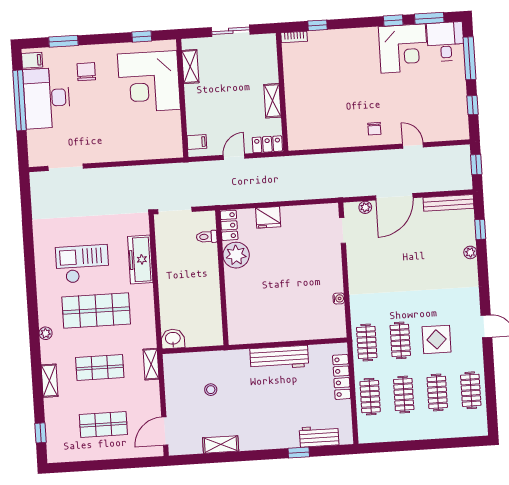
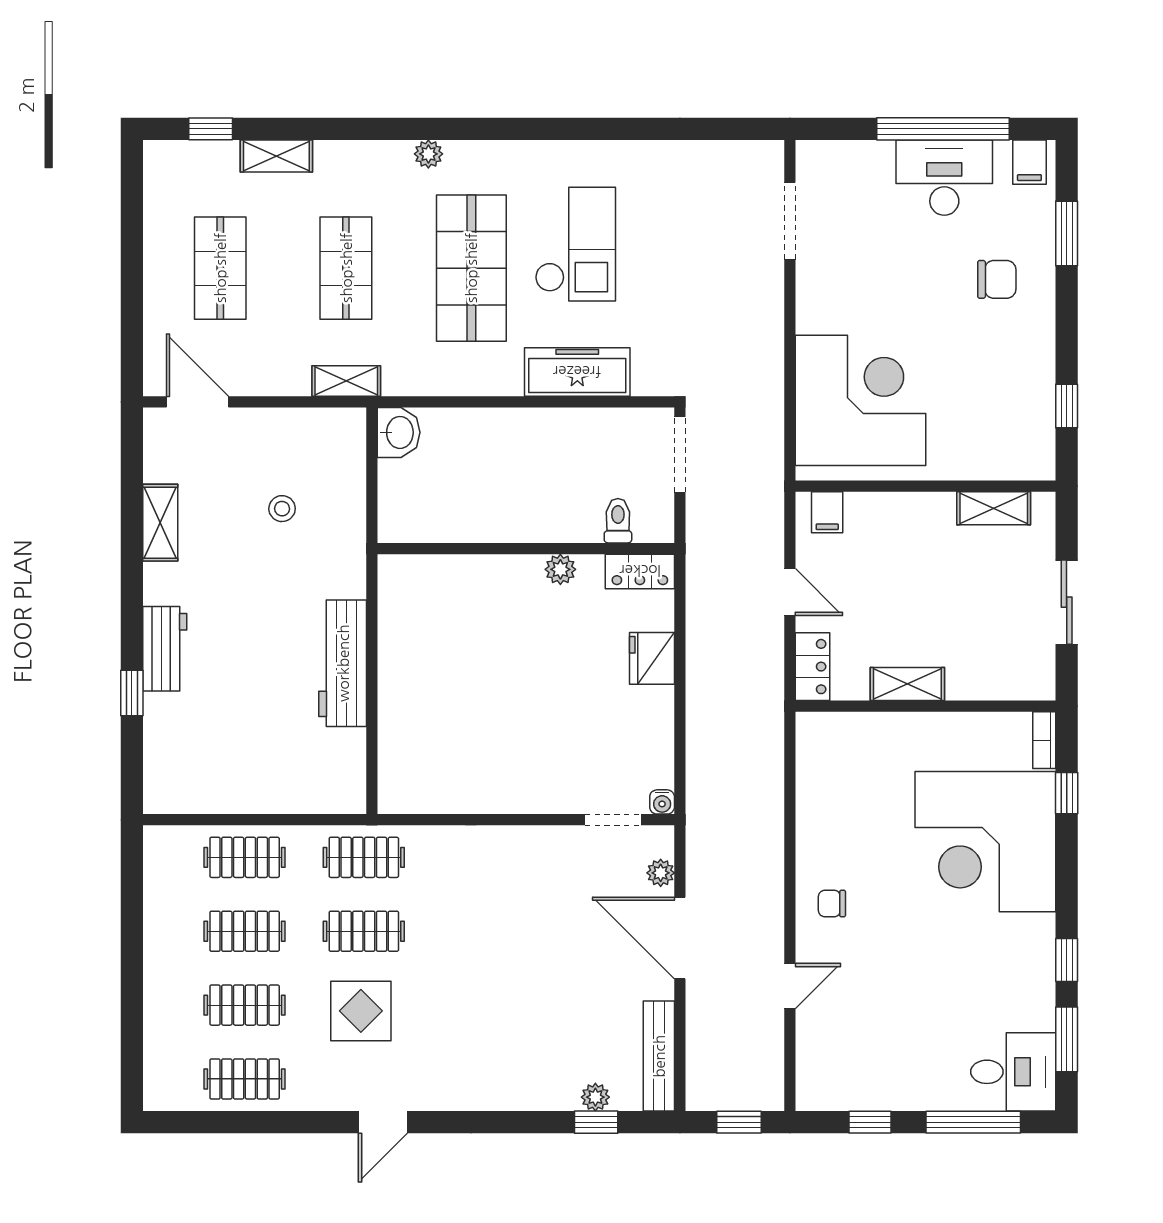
corner desk: (403, 48) -> (985, 842), moved, width x1.36, depth x1.36
corner desk: (149, 82) -> (860, 400), moved, turned 90
desk: (47, 98) -> (944, 178), width x0.73, depth x0.77
plant: (470, 252) -> (595, 1097), moved
plant: (236, 255) -> (560, 569), width x0.53, depth x0.53
water cooler: (339, 299) -> (662, 802), moved
locker: (342, 377) -> (292, 797), removed
shelving: (49, 381) -> (276, 156), moved
workbench: (319, 436) -> (165, 649), moved

